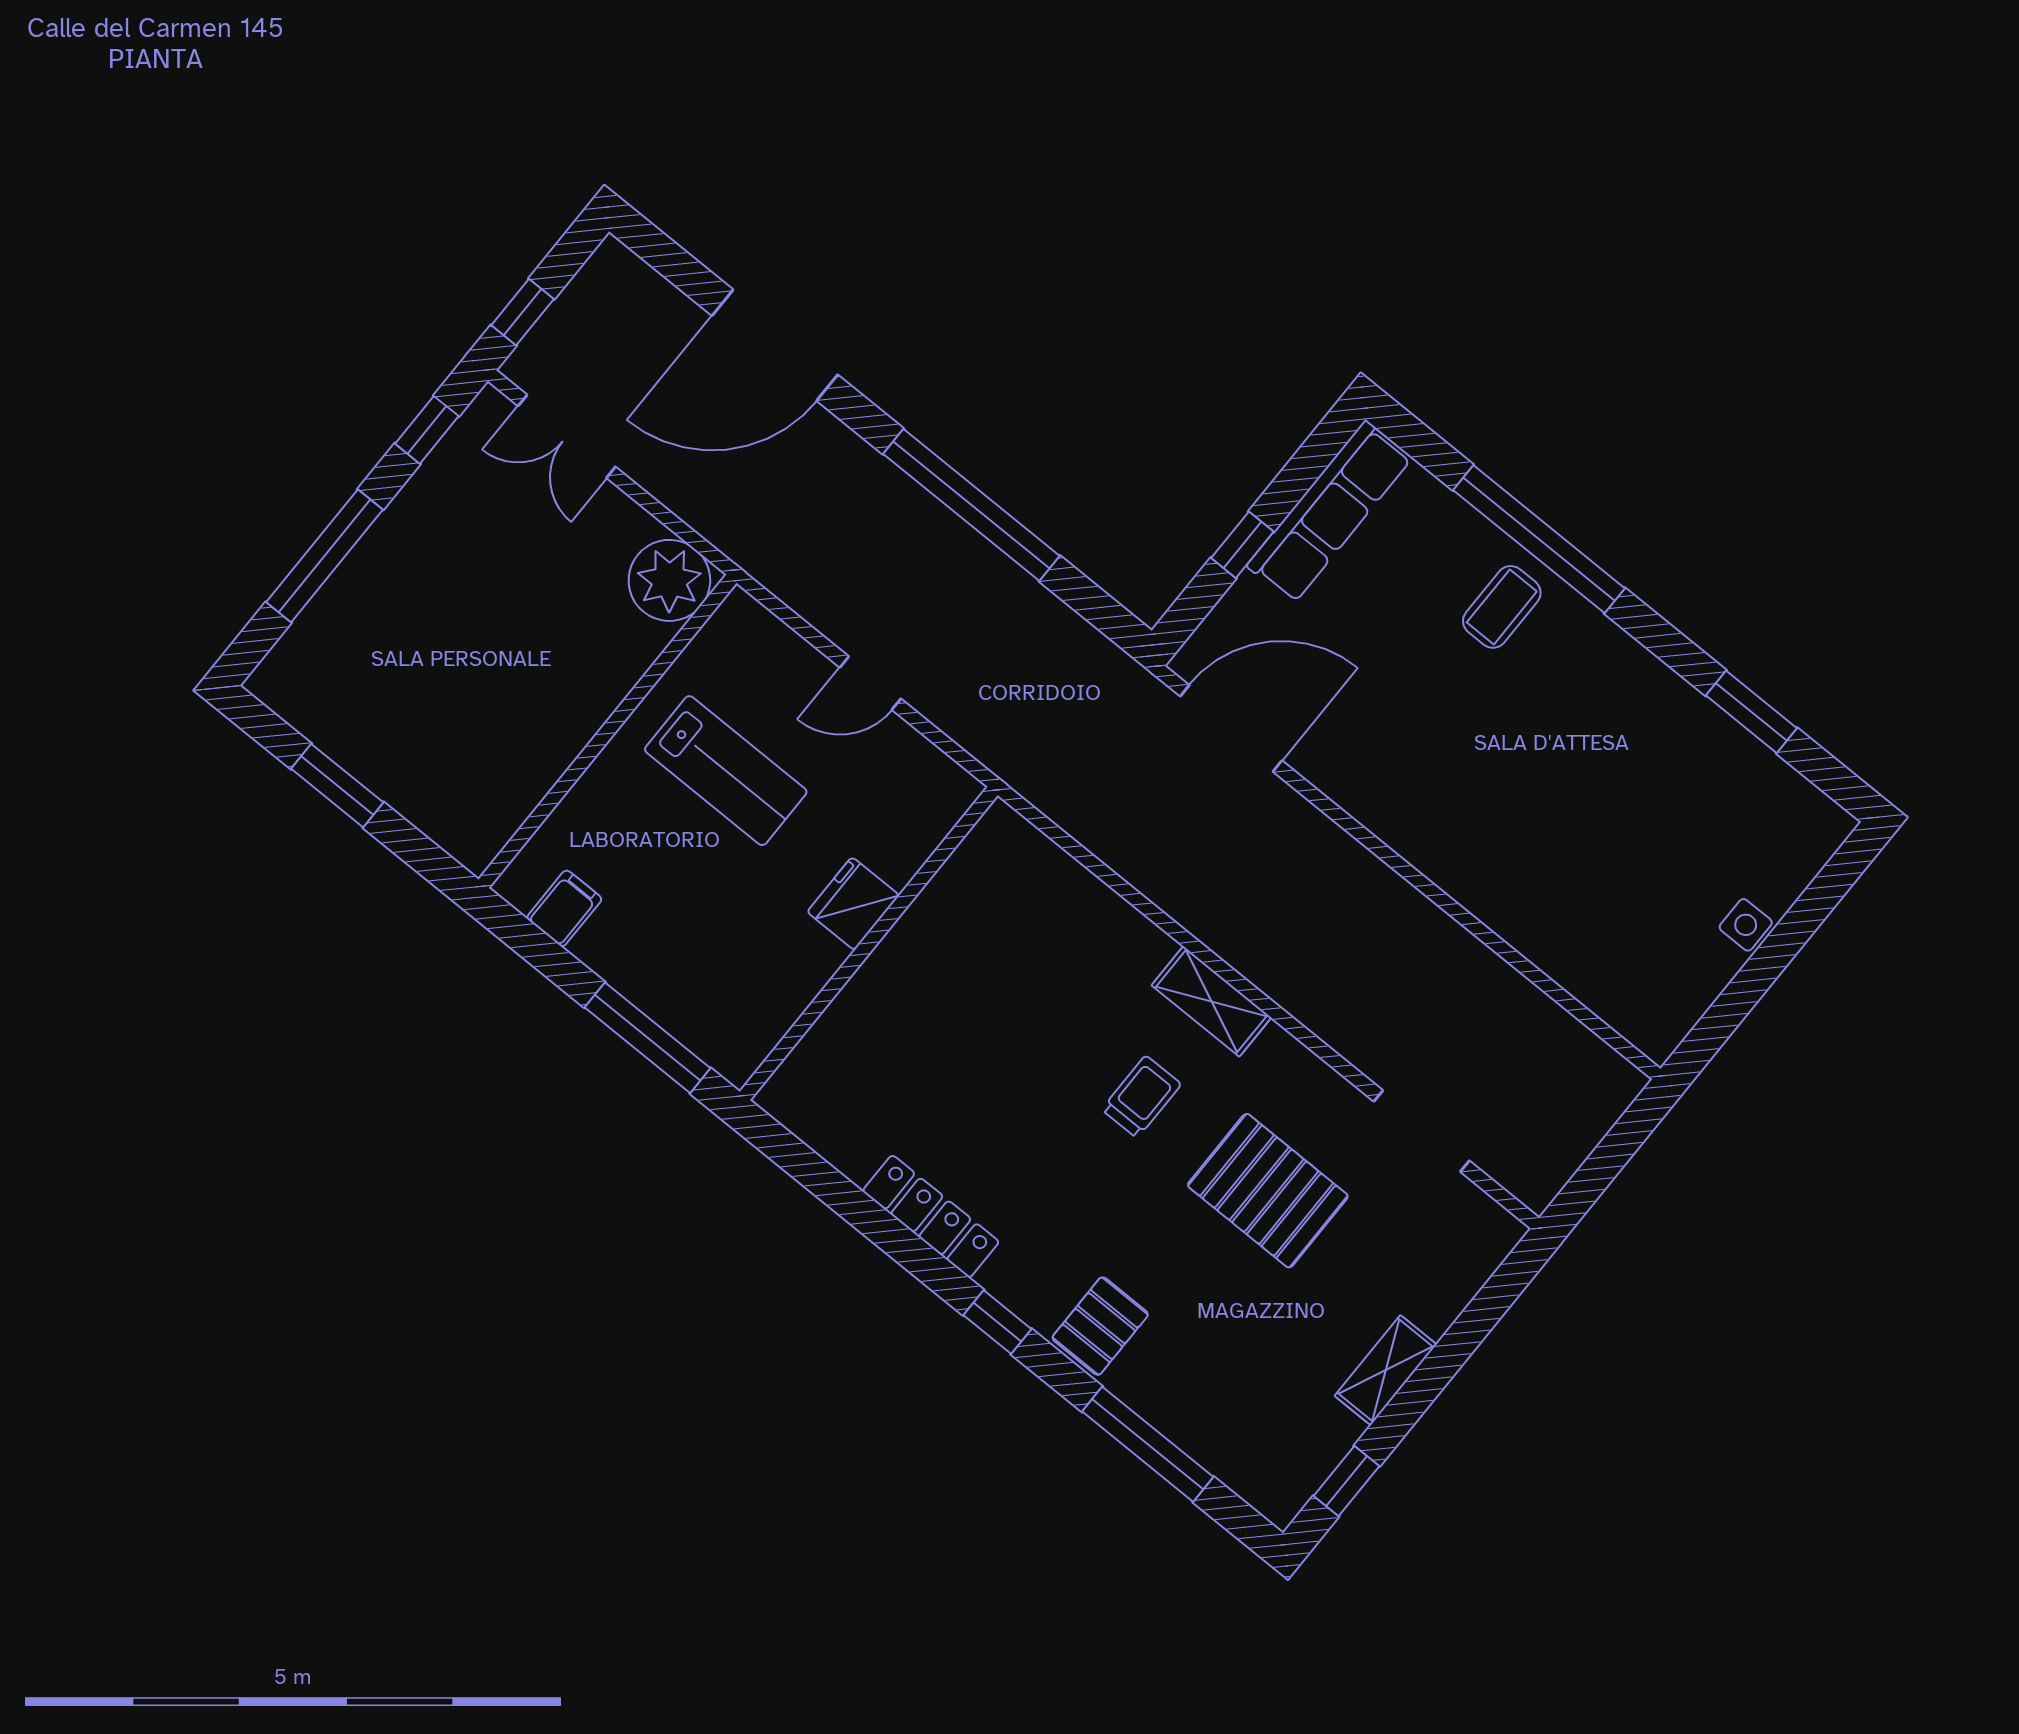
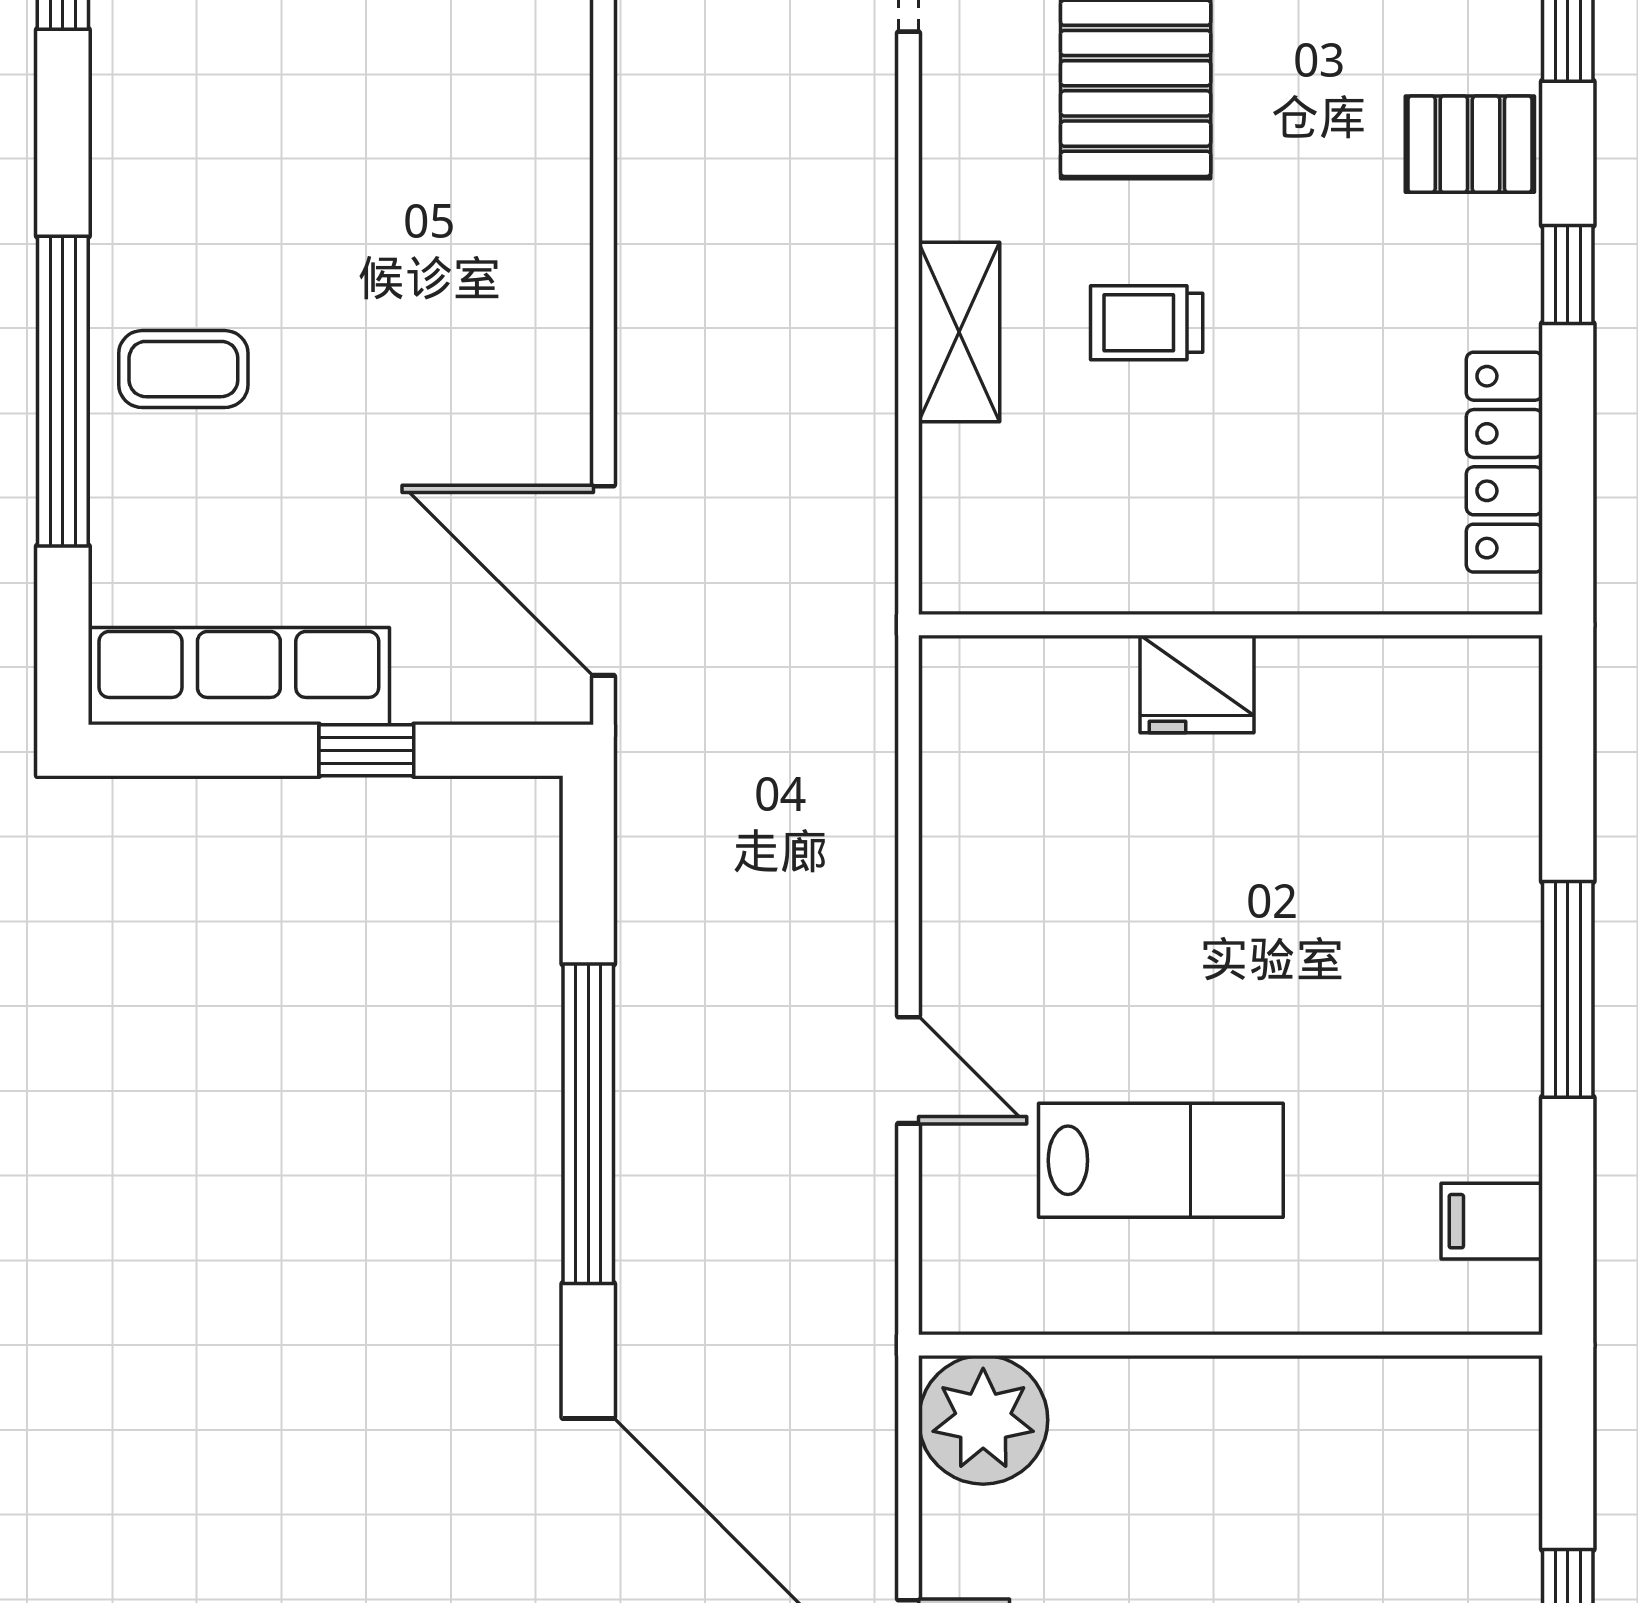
lab bench: (726, 771) -> (1161, 1160), turned 90
fridge: (853, 904) -> (1197, 684), moved
wall: (869, 944) -> (1230, 625), moved

